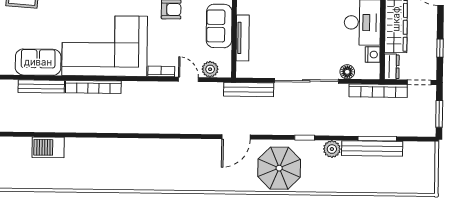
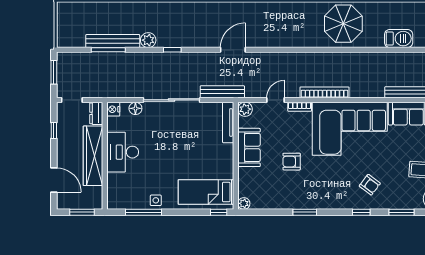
tv unit: (243, 38) -> (228, 122), moved
nightstand: (373, 55) -> (113, 109), moved
plant: (210, 69) -> (245, 109), moved
door: (188, 79) -> (276, 100), swing flipped
bookcase: (93, 87) -> (325, 92), moved
bookcase: (378, 91) -> (108, 92), removed
parasol: (279, 168) -> (343, 24), moved

